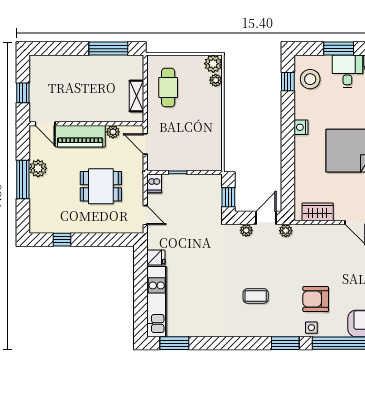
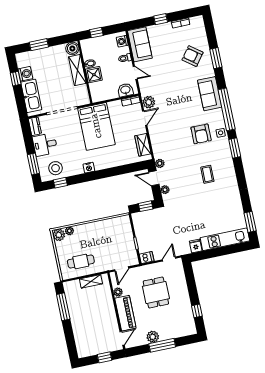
window: (339, 49) -> (33, 164), moved

